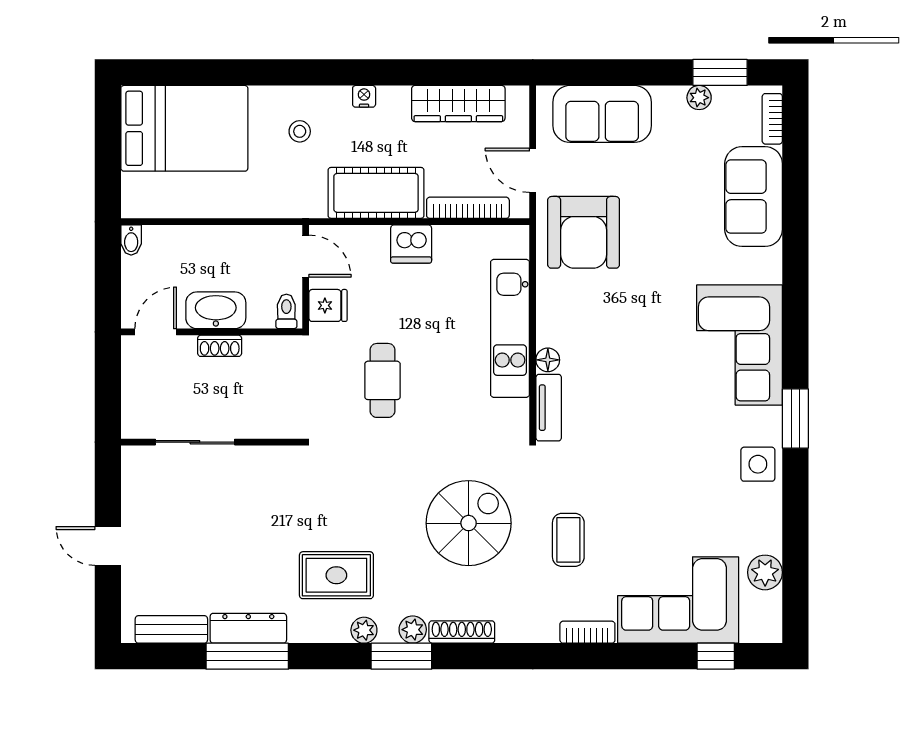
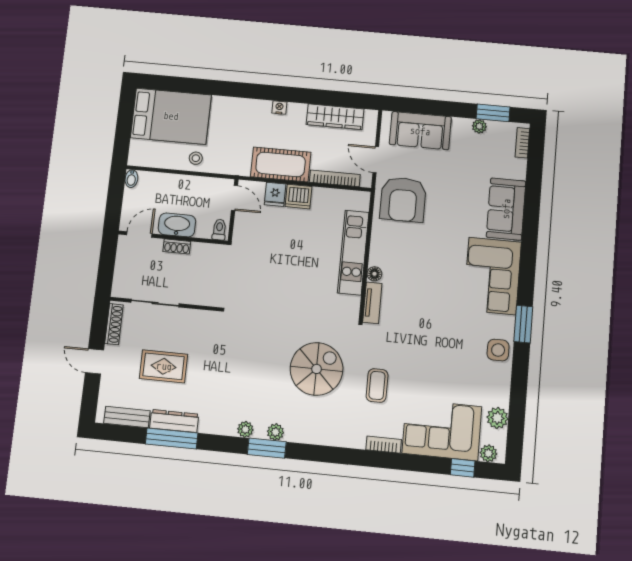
stool: (300, 131) -> (196, 158), moved
sofa: (754, 197) -> (506, 209), moved
fridge: (328, 305) -> (275, 194), moved, turned 90
cafe table: (382, 380) -> (273, 277), removed
rug: (336, 575) -> (164, 366), moved
plant: (755, 629) -> (488, 453), added
shoe rack: (462, 632) -> (114, 324), moved, turned 90

